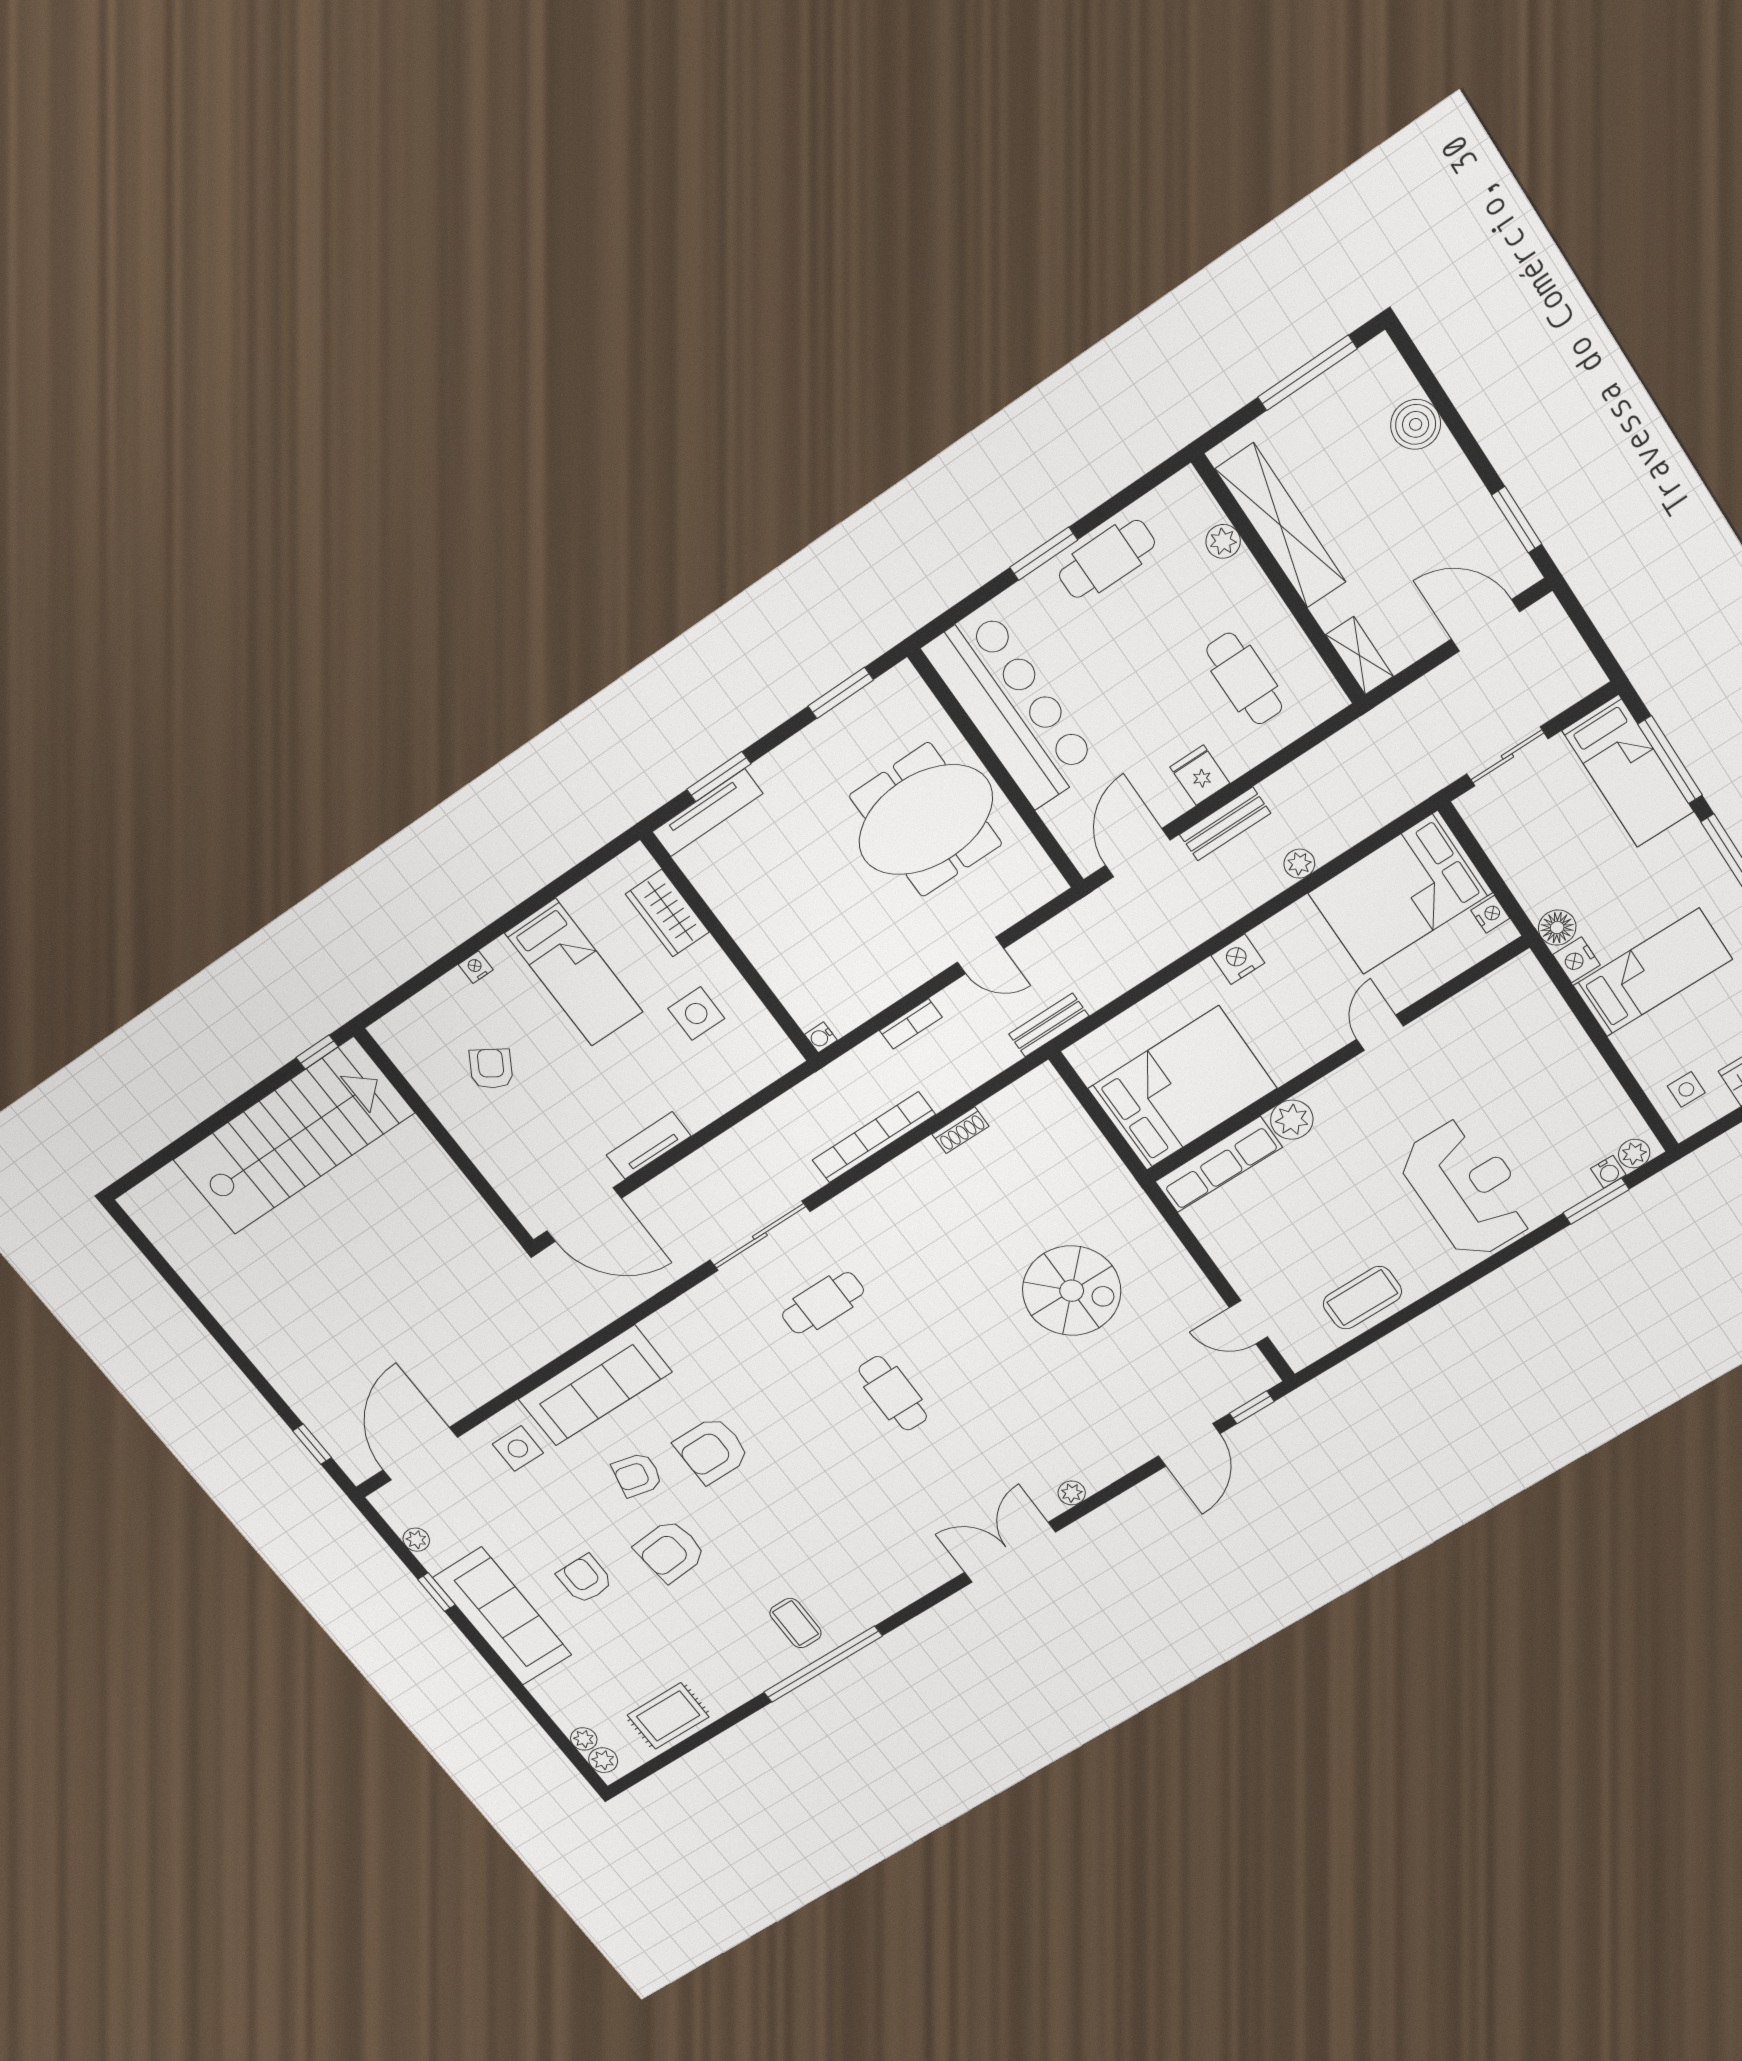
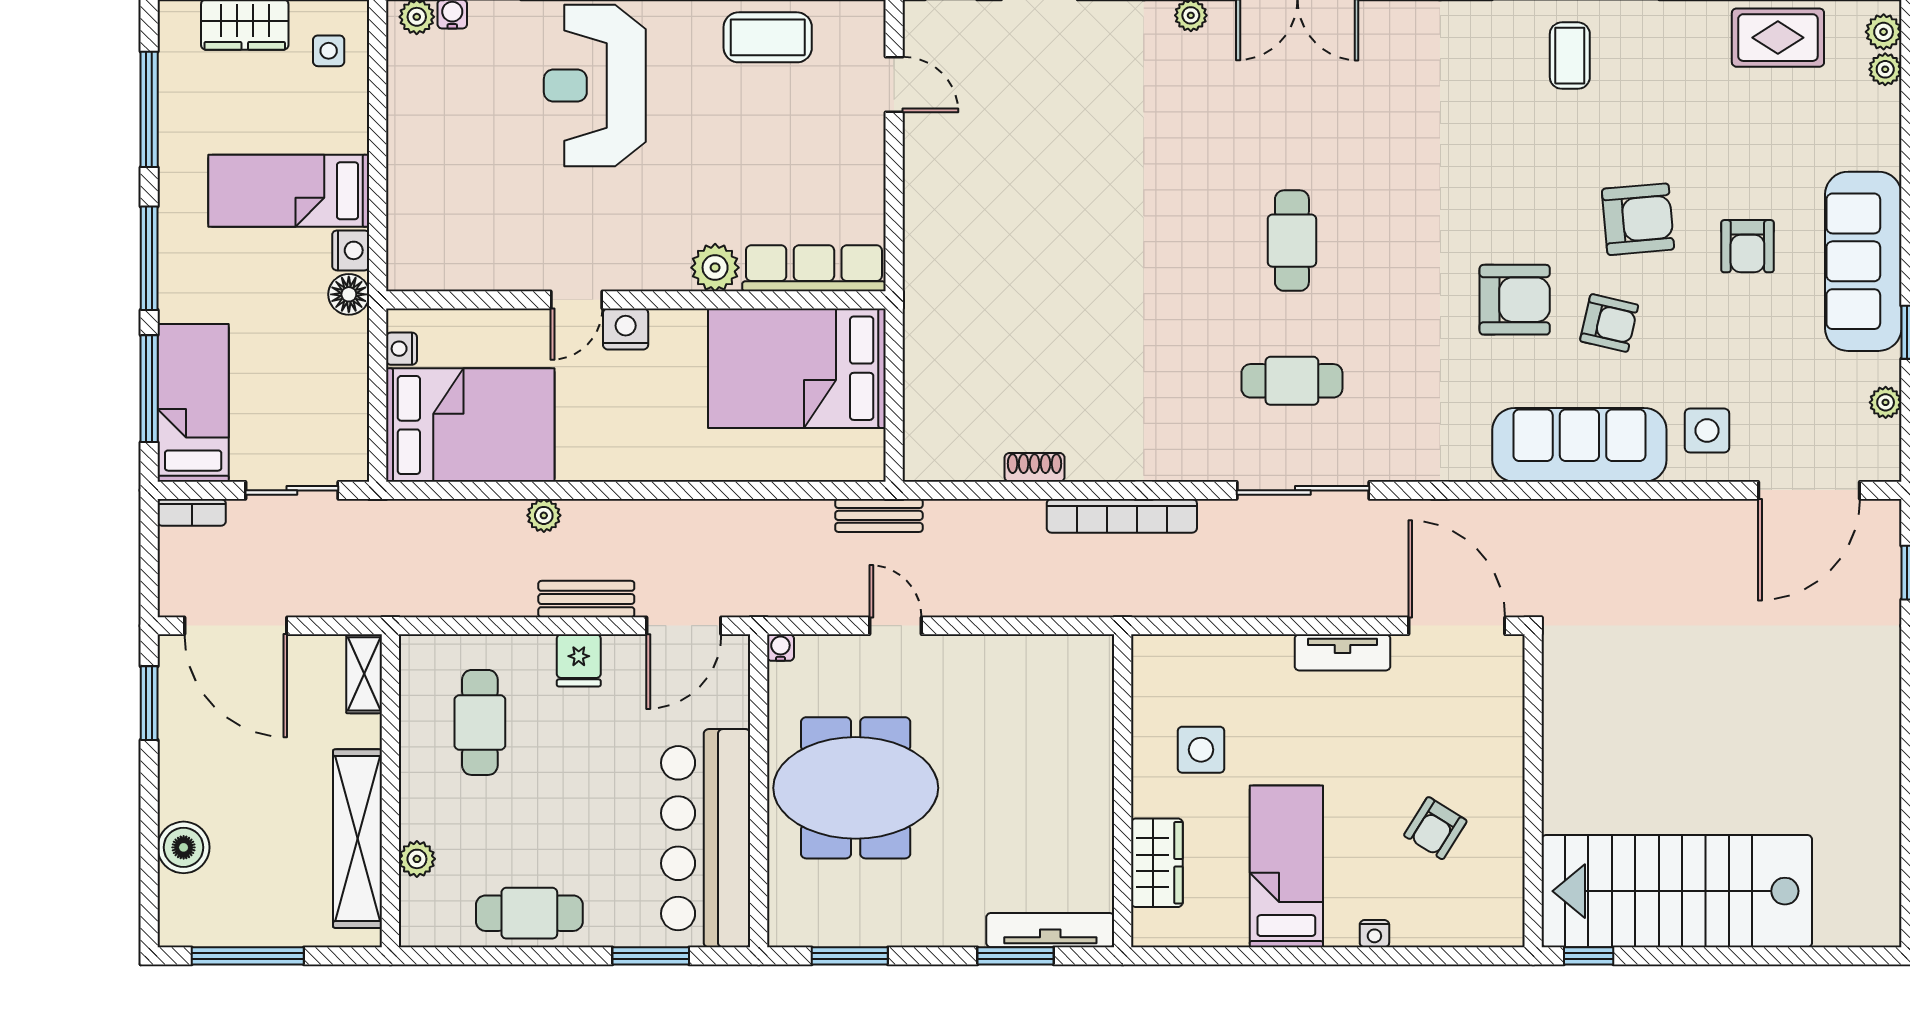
window: (1044, 554) -> (651, 956), moved
door: (1485, 625) -> (236, 626), width x1.36
nightstand: (1238, 959) -> (626, 329), moved, turned 180
bookcase: (911, 1024) -> (192, 512), moved, turned 180
water cooler: (821, 1037) -> (780, 648), moved, turned -90
spiral stairs: (1072, 1291) -> (1042, 232), removed

